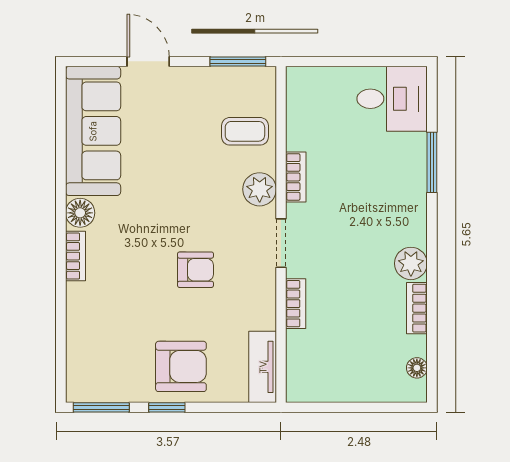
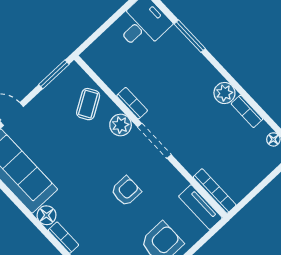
coffee table: (245, 131) -> (88, 104), turned -31
doorway: (281, 243) -> (154, 141), width x1.38
bookcase: (296, 304) -> (215, 191), moved, width x1.56

